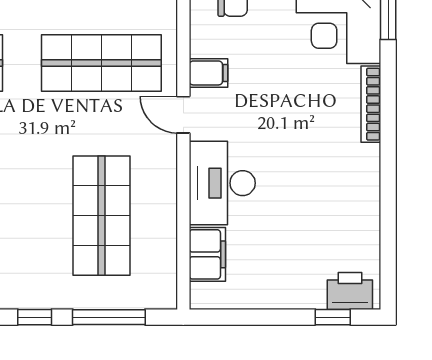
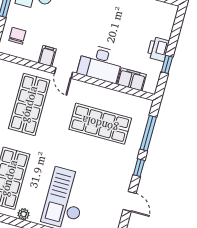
door: (183, 115) -> (64, 73), hinge flipped
printer: (350, 291) -> (158, 49), moved
window: (333, 317) -> (167, 64), moved

